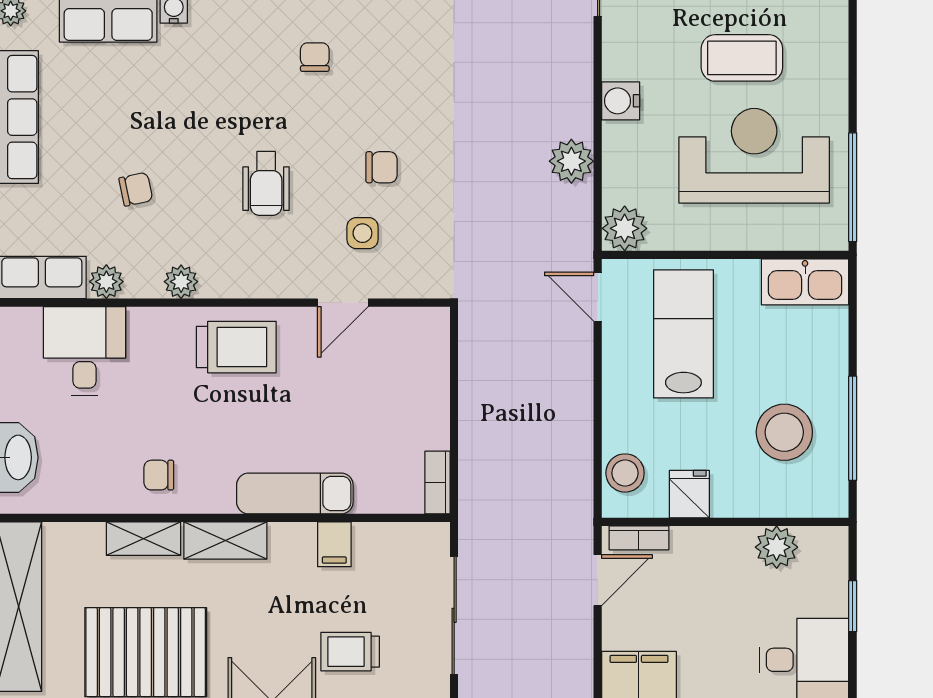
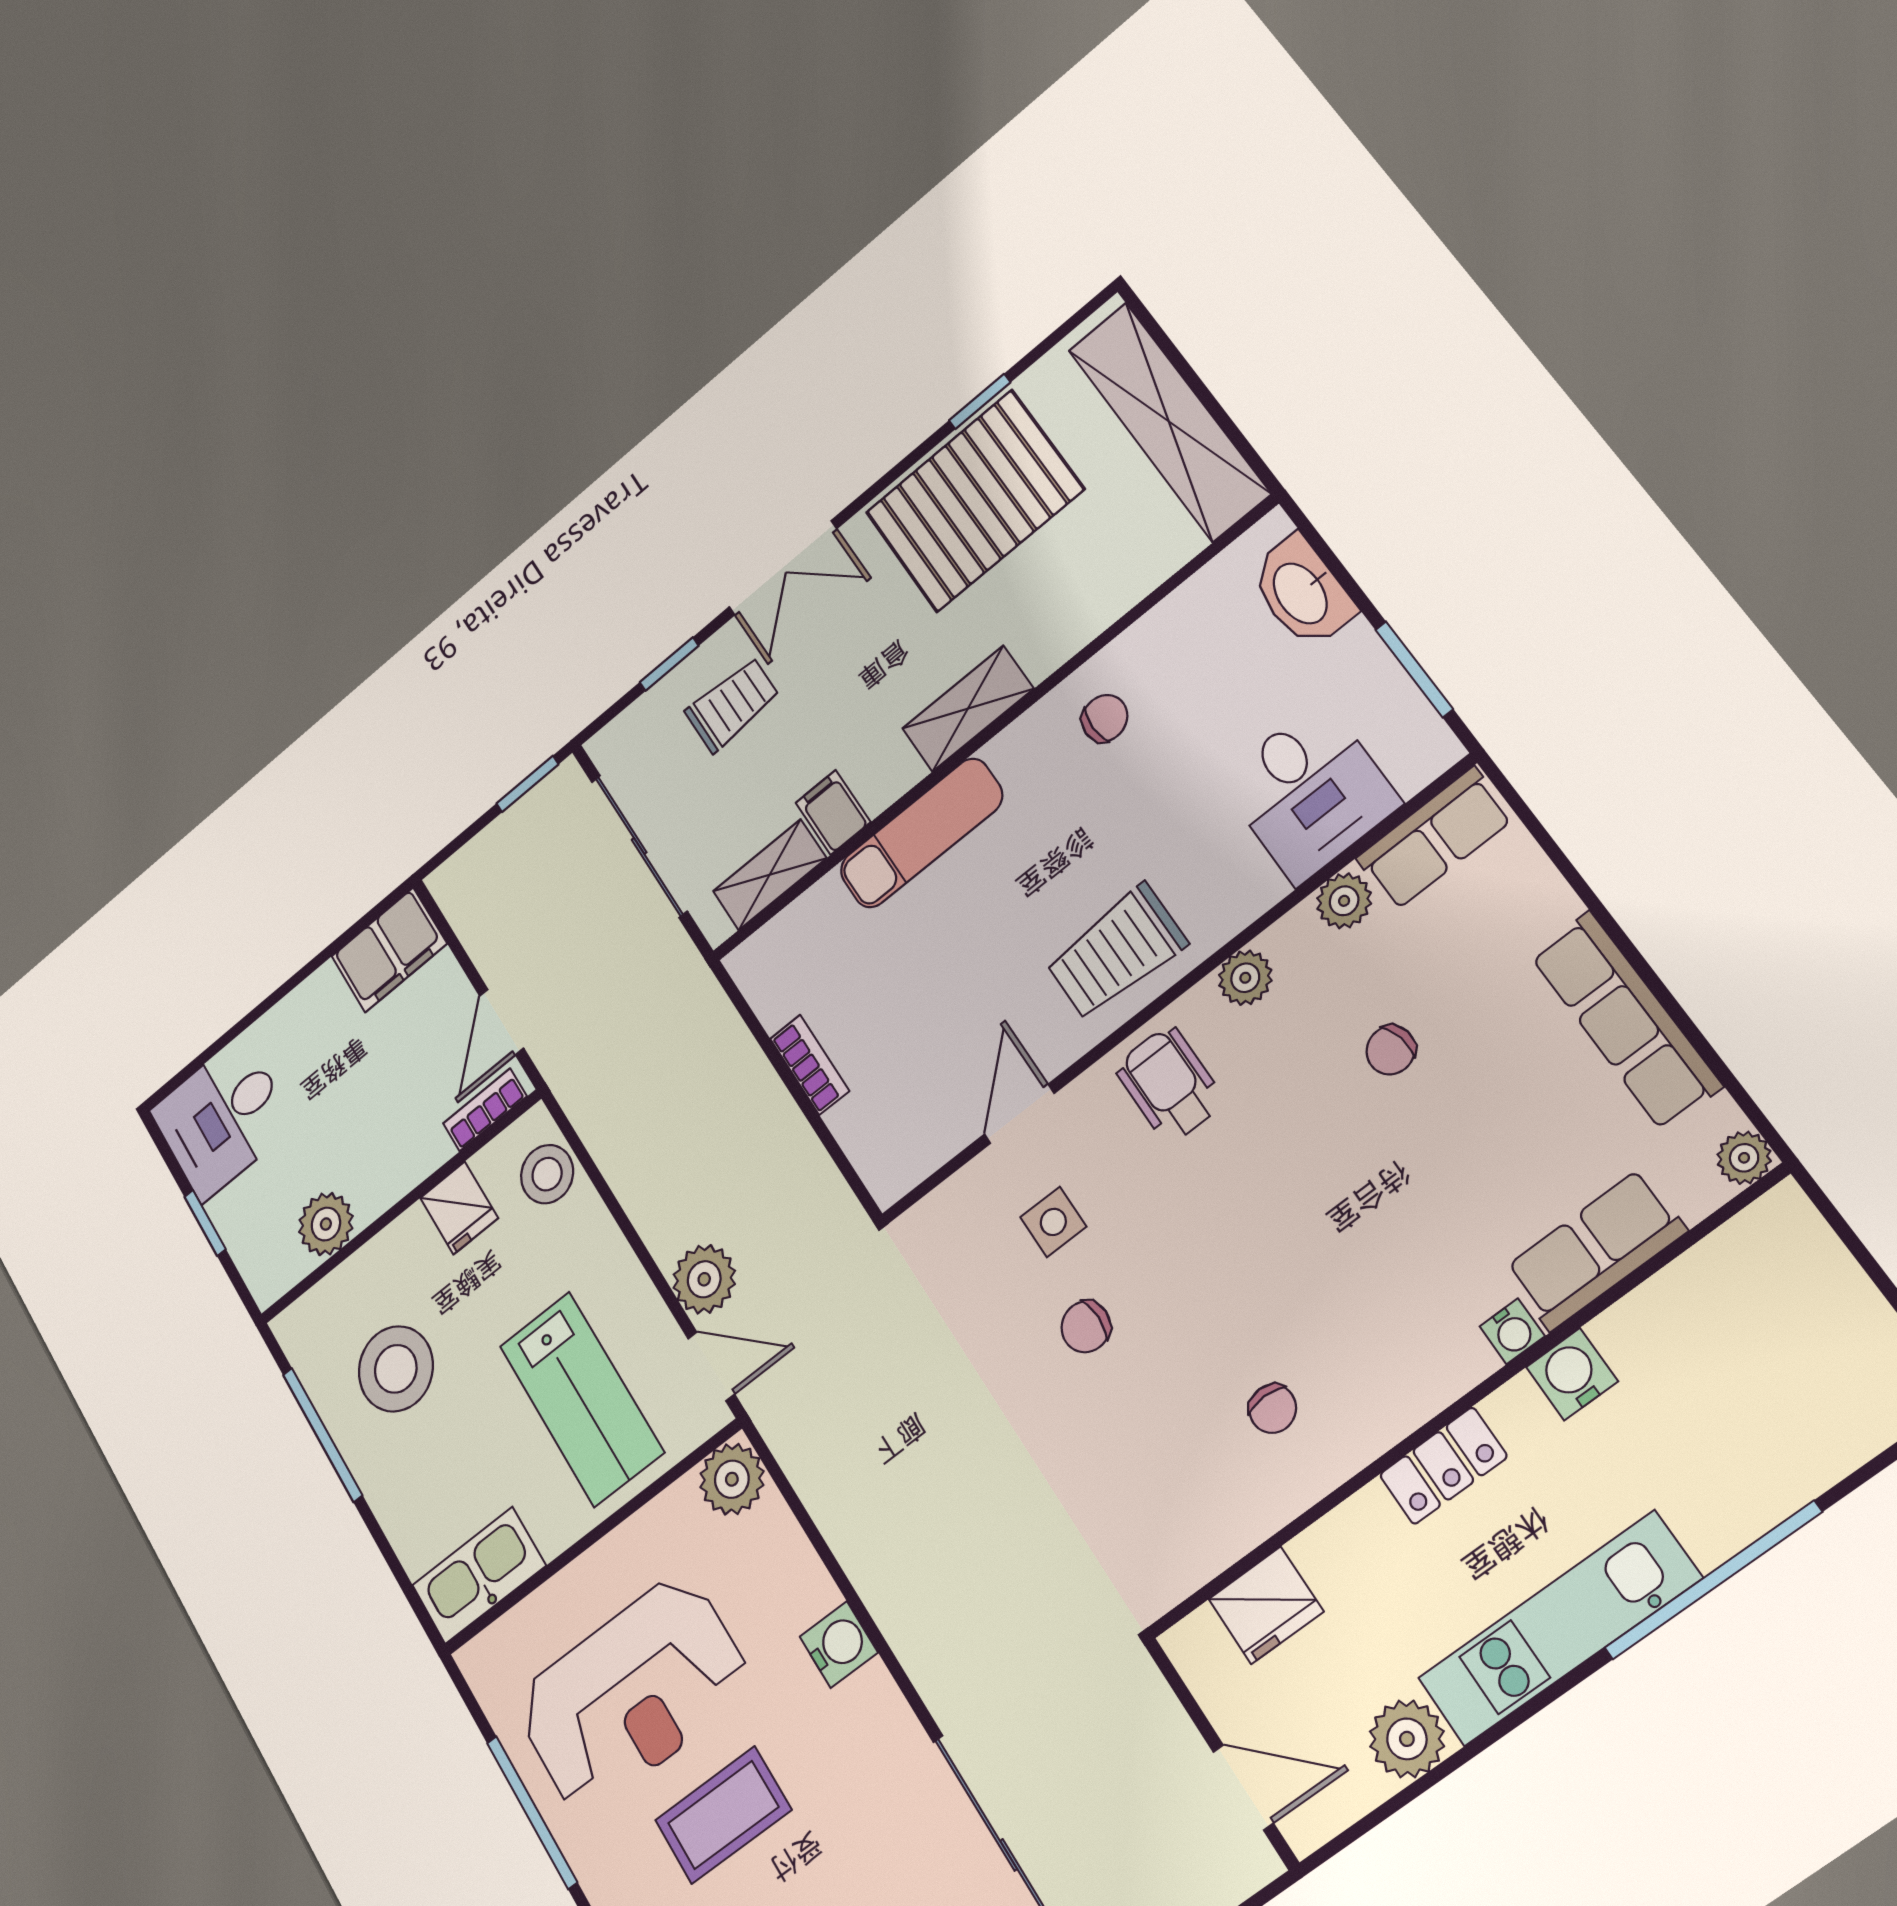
plant: (571, 161) -> (704, 1279), moved
wheelchair: (266, 183) -> (1169, 1084), moved
window: (853, 187) -> (532, 1812), moved
bookcase: (437, 483) -> (810, 1065), moved
shelving: (143, 539) -> (770, 875), moved

